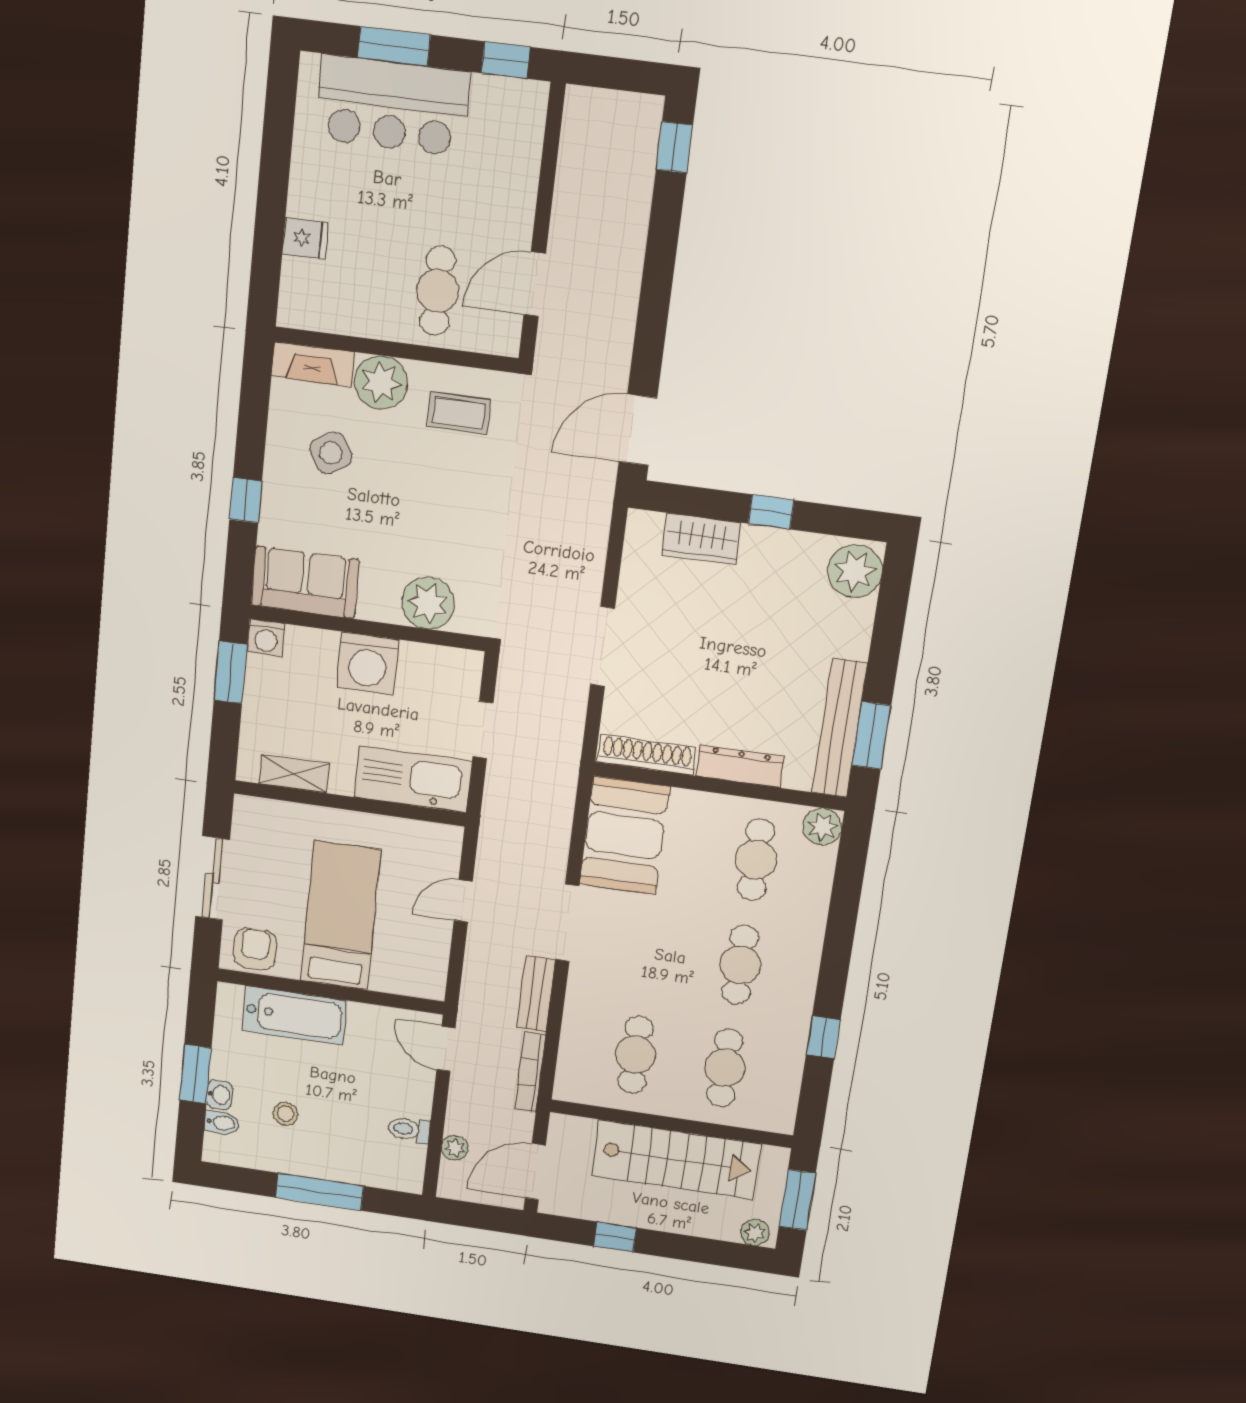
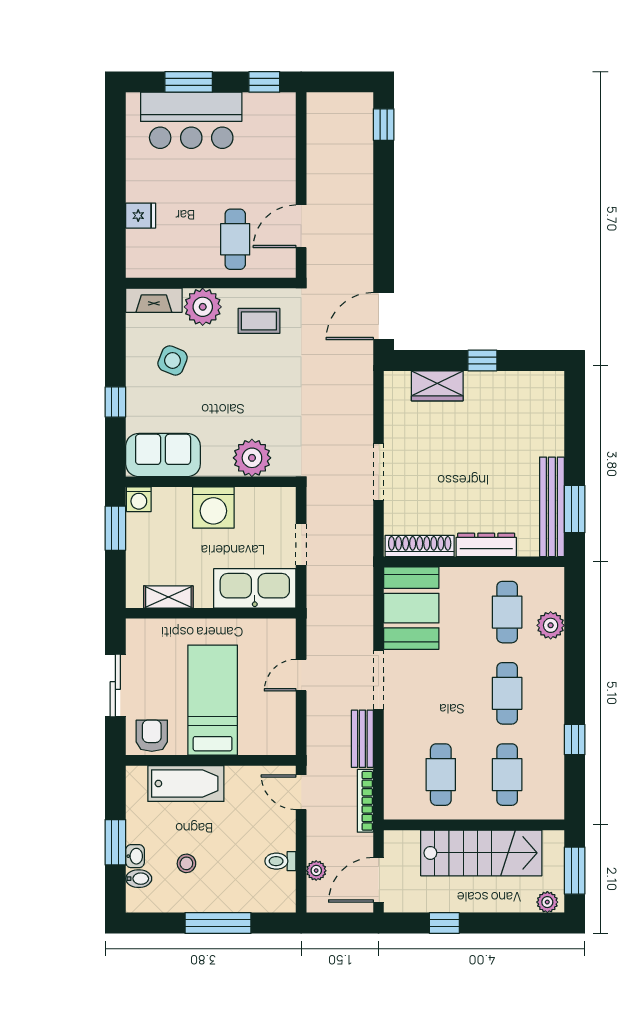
side table: (331, 453) -> (173, 360), turned -36
plant: (855, 571) -> (546, 394), removed
plant: (822, 827) -> (551, 625), moved

